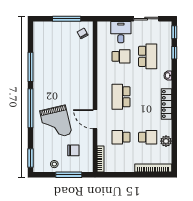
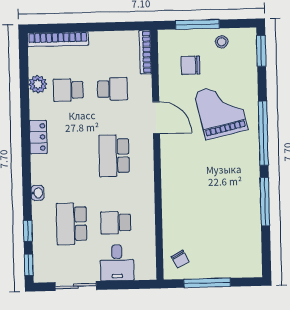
school desk: (121, 97) -> (114, 156), turned 180
locker: (166, 104) -> (38, 137), width x0.66

